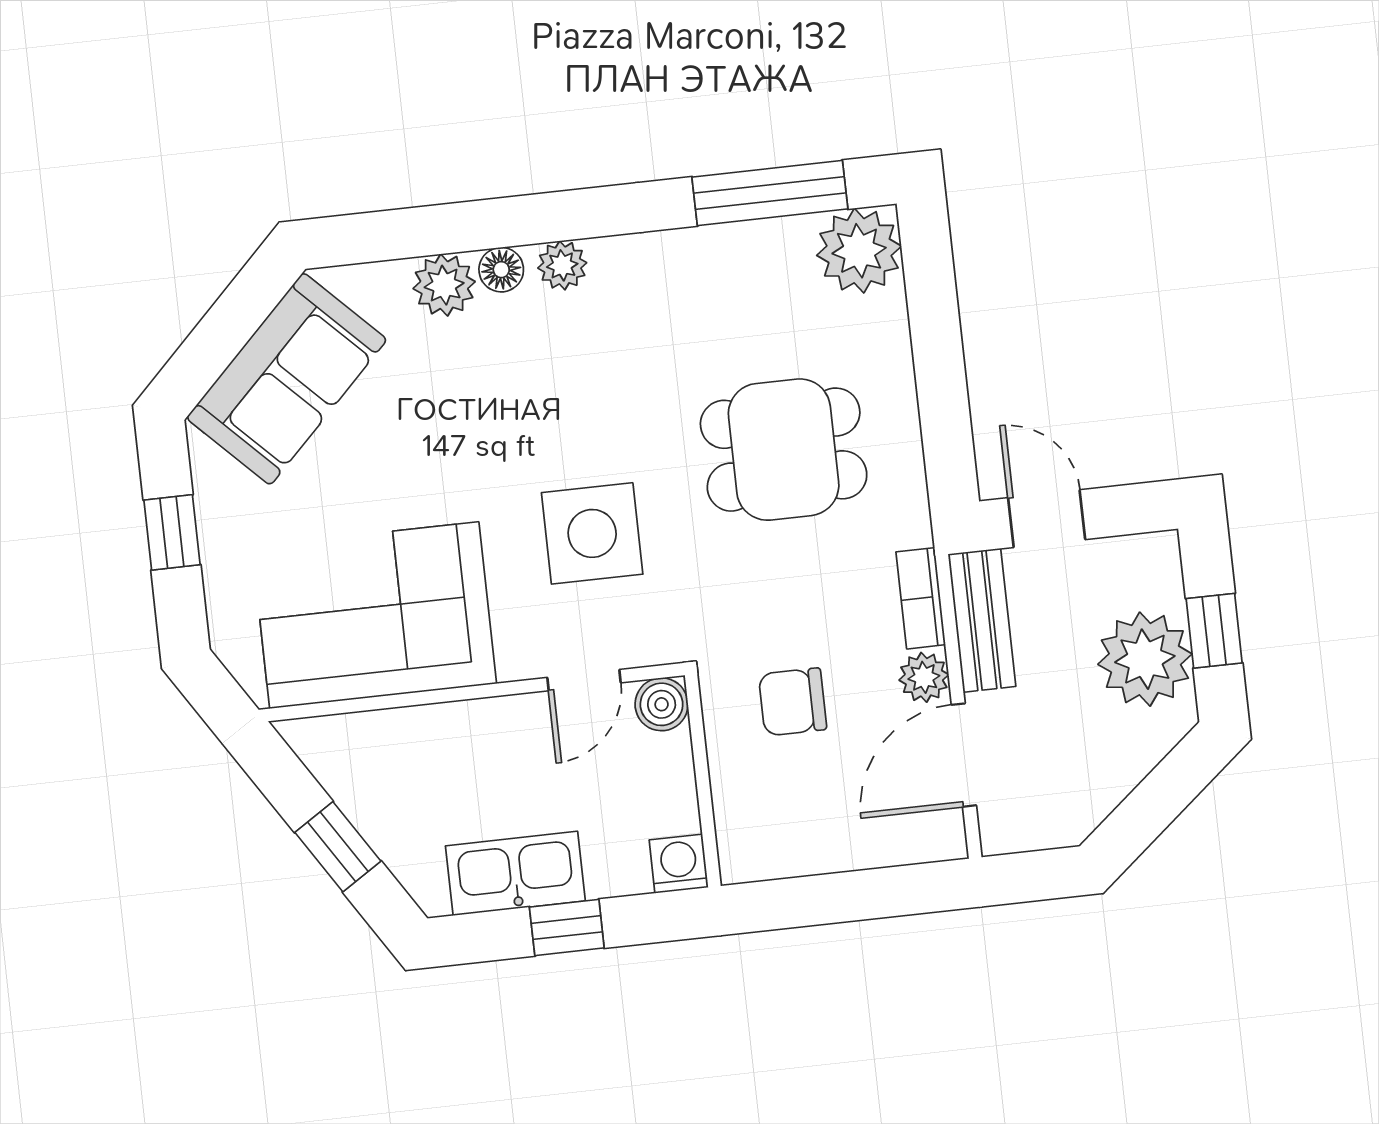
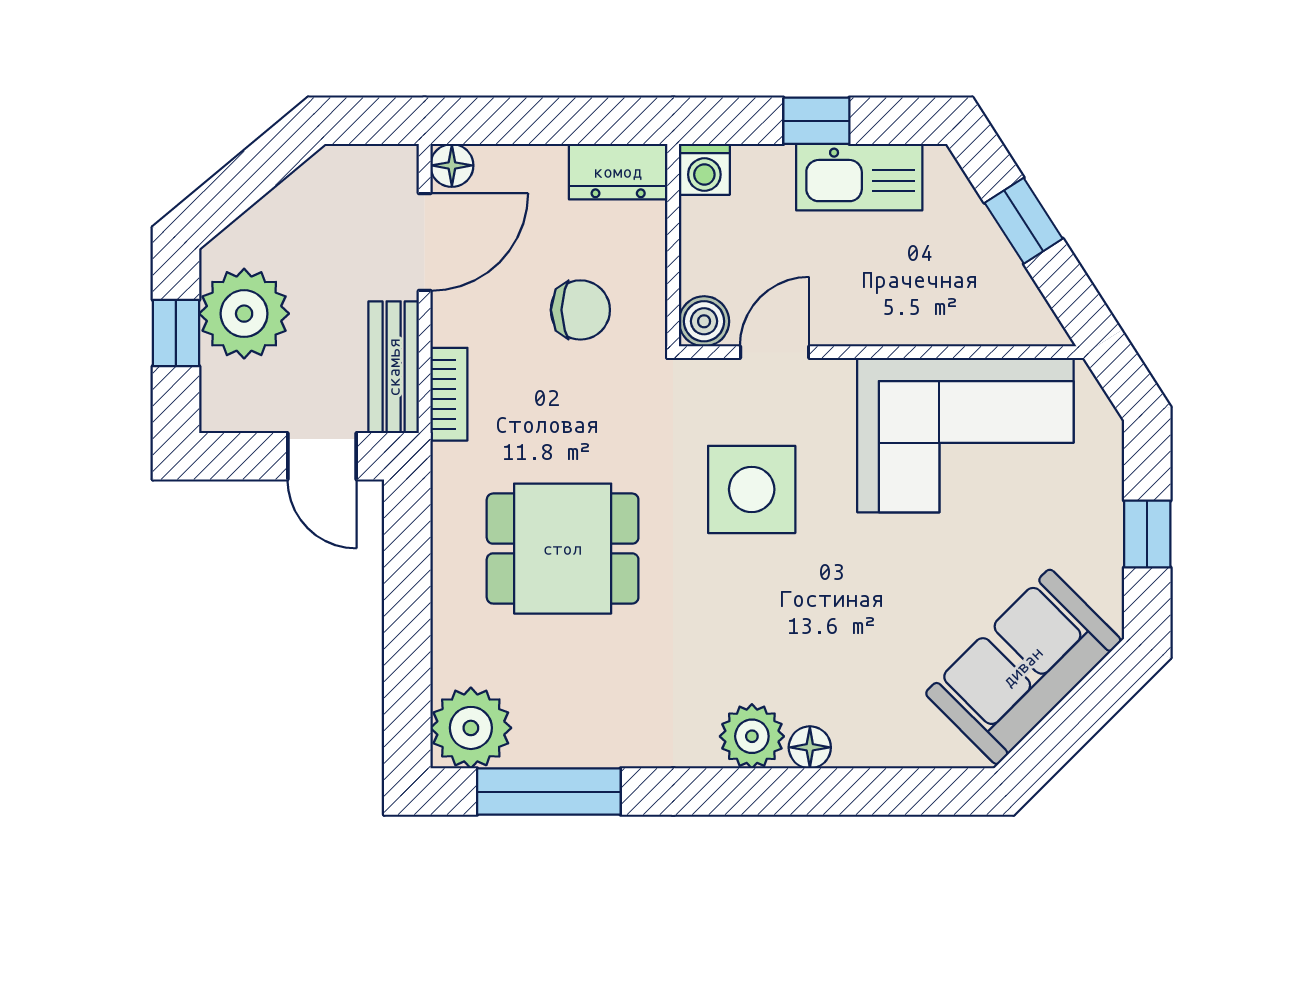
plant: (562, 265) -> (752, 736), width x1.38, depth x1.38
plant: (444, 285) -> (865, 739), removed
plant: (924, 677) -> (454, 319), removed
floor lamp: (944, 839) -> (452, 165), added
dresser: (769, 851) -> (618, 172), added

